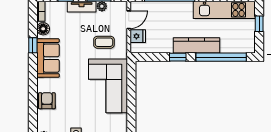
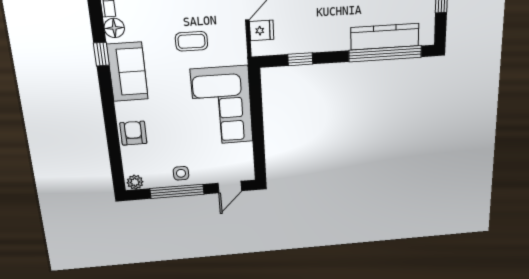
coffee table: (104, 42) -> (191, 41), moved
kitchen counter: (197, 45) -> (385, 37), moved
window: (178, 57) -> (300, 59), moved

